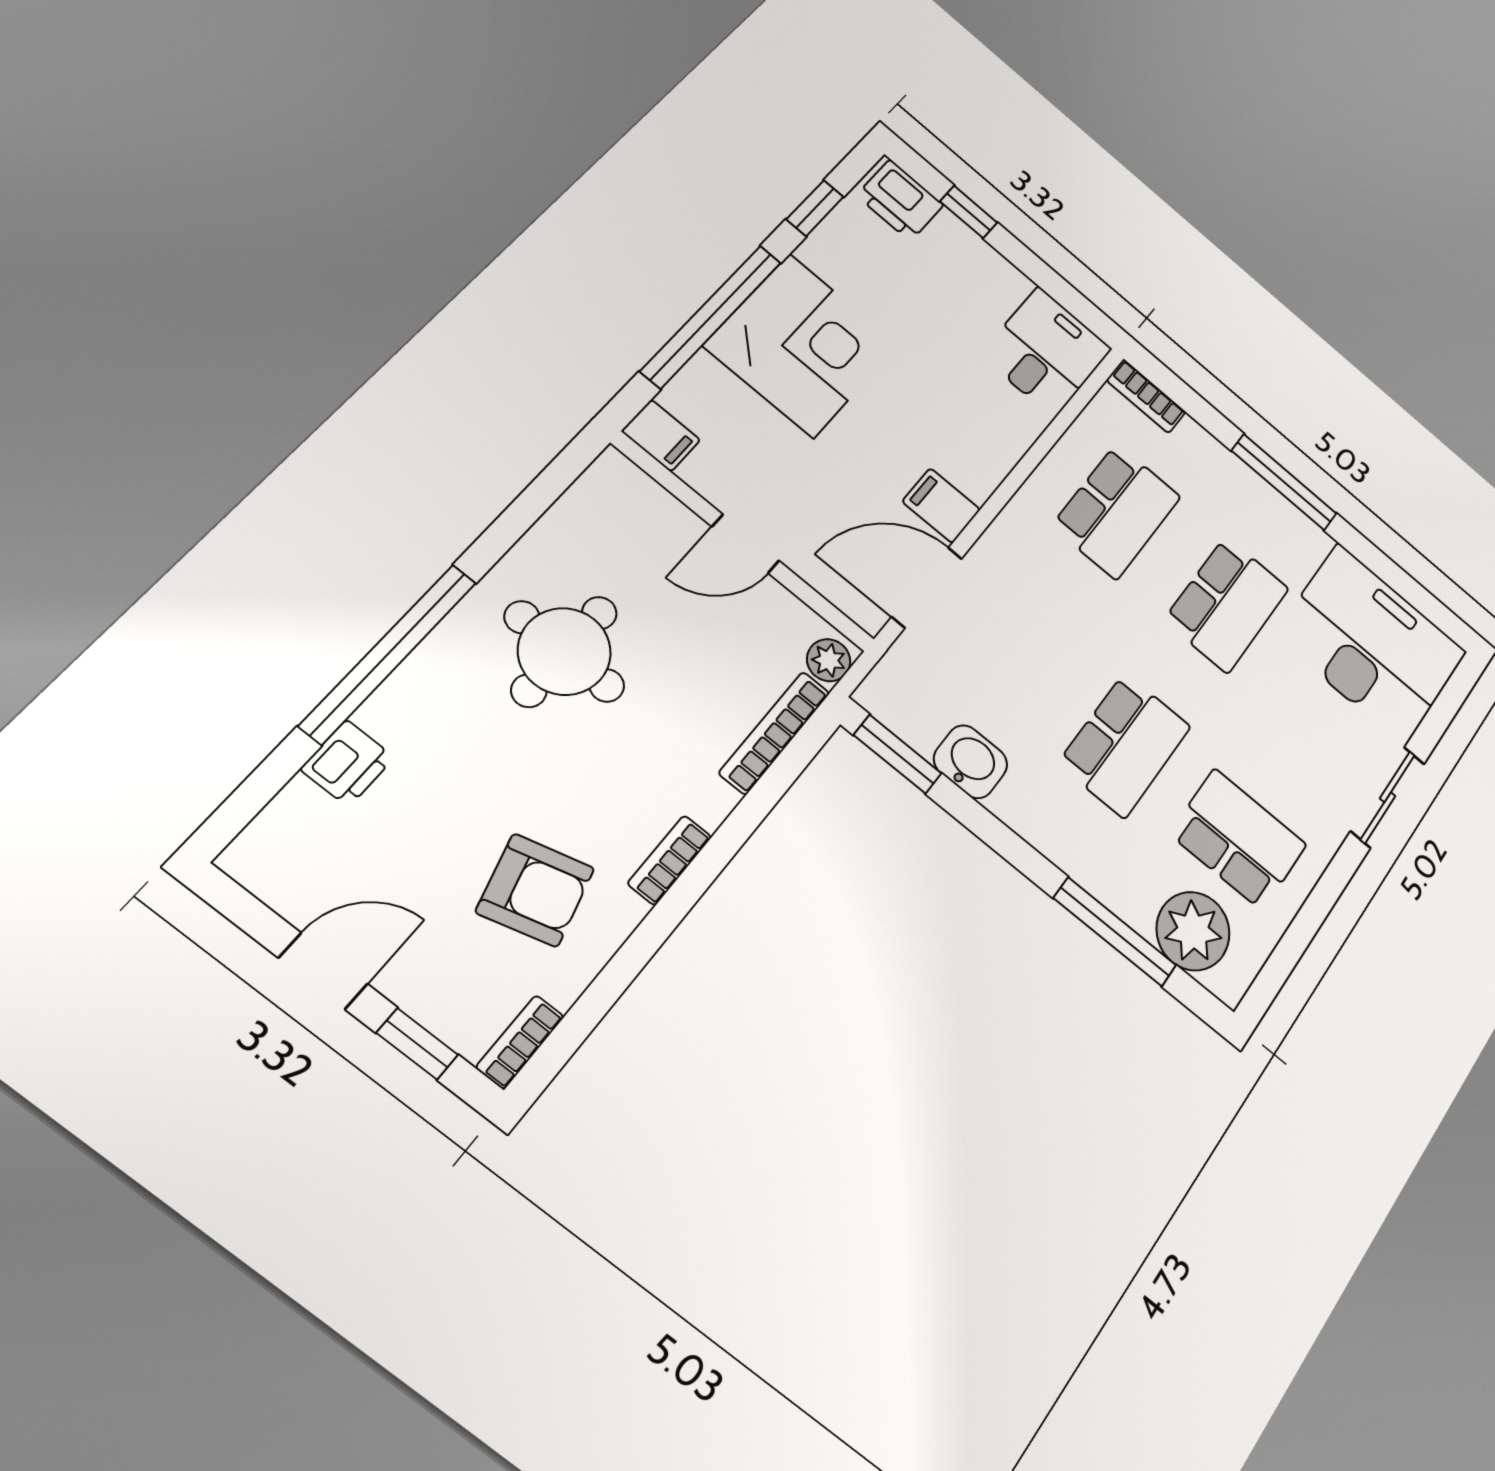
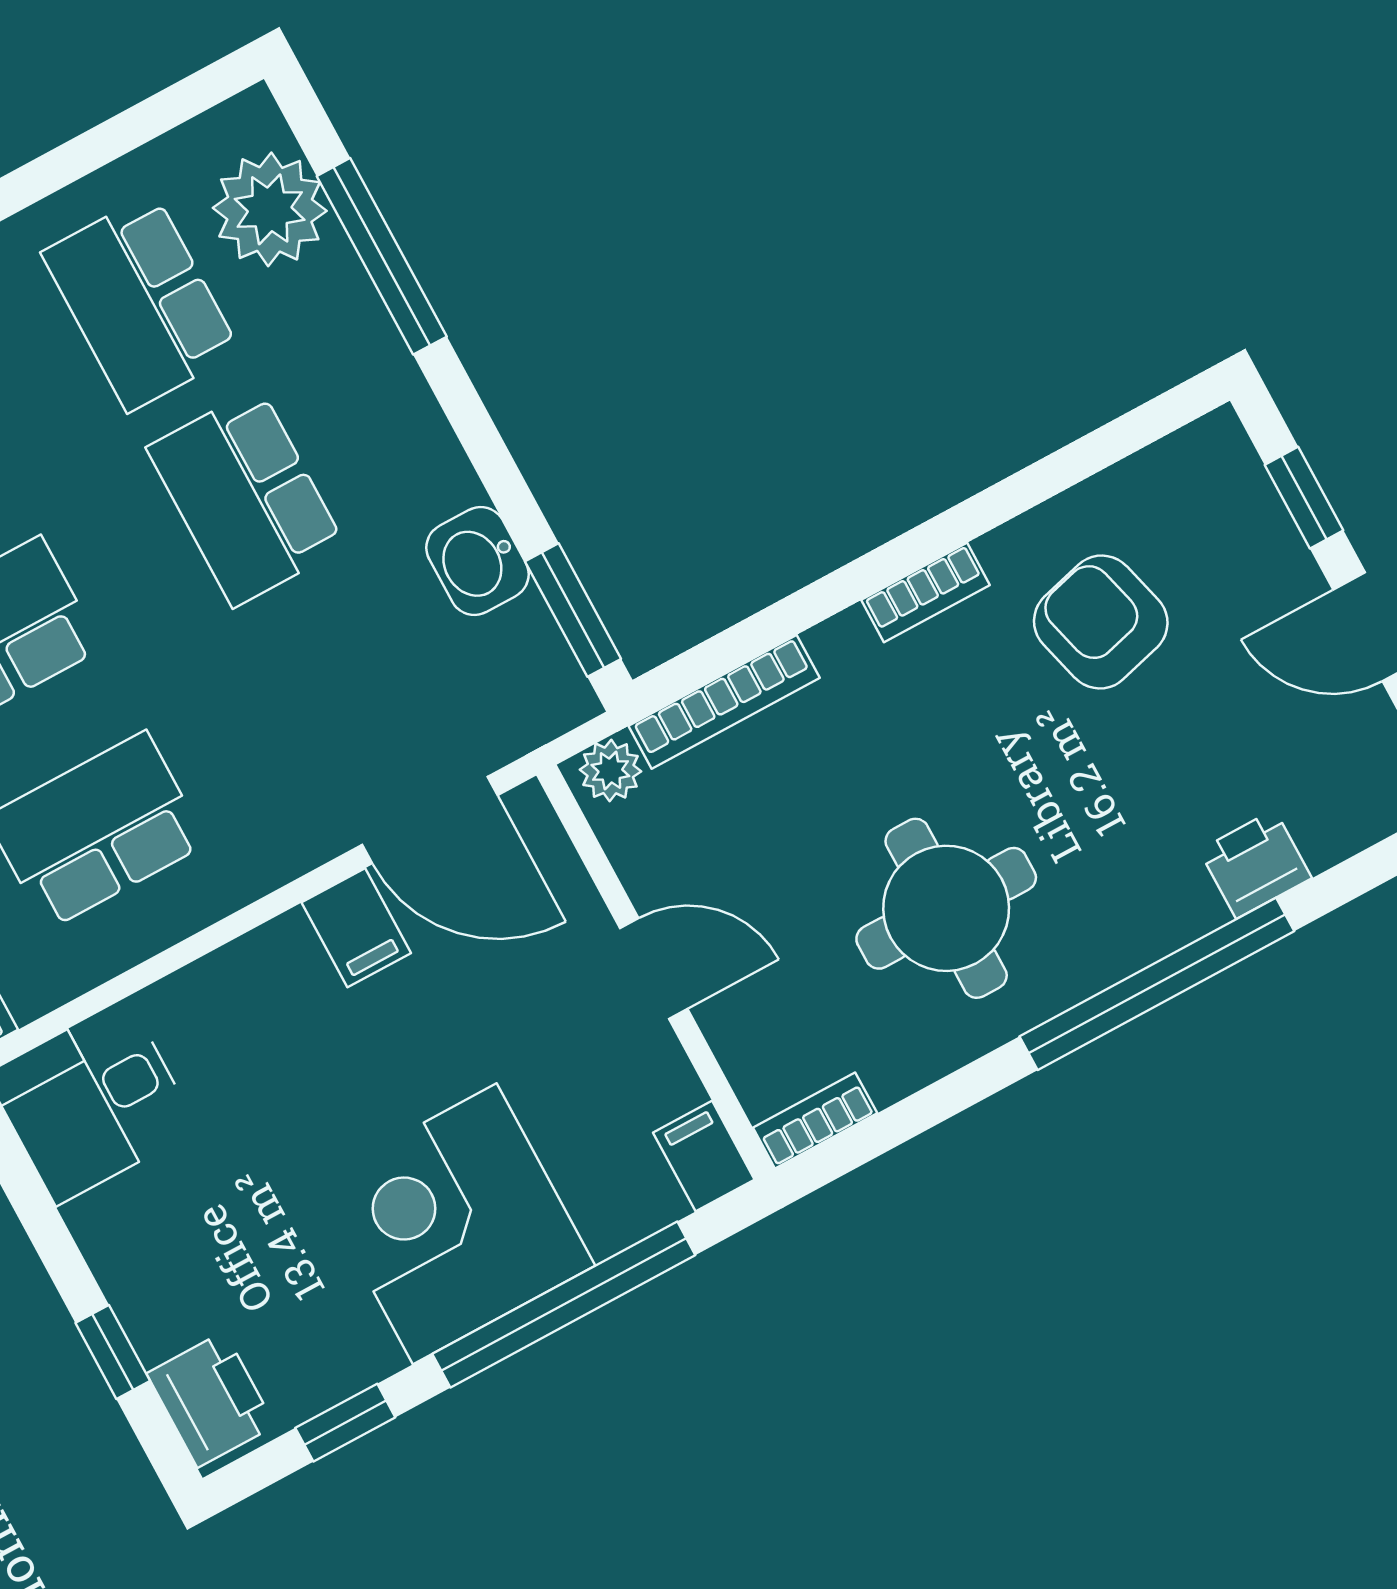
school desk: (1125, 745) -> (246, 497), turned -90
bookcase: (520, 1042) -> (815, 1120), moved, turned 180

